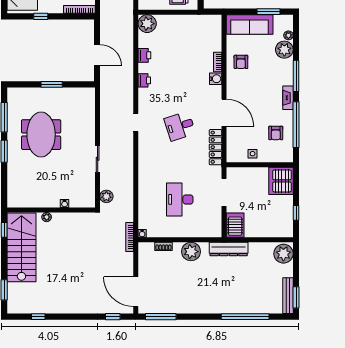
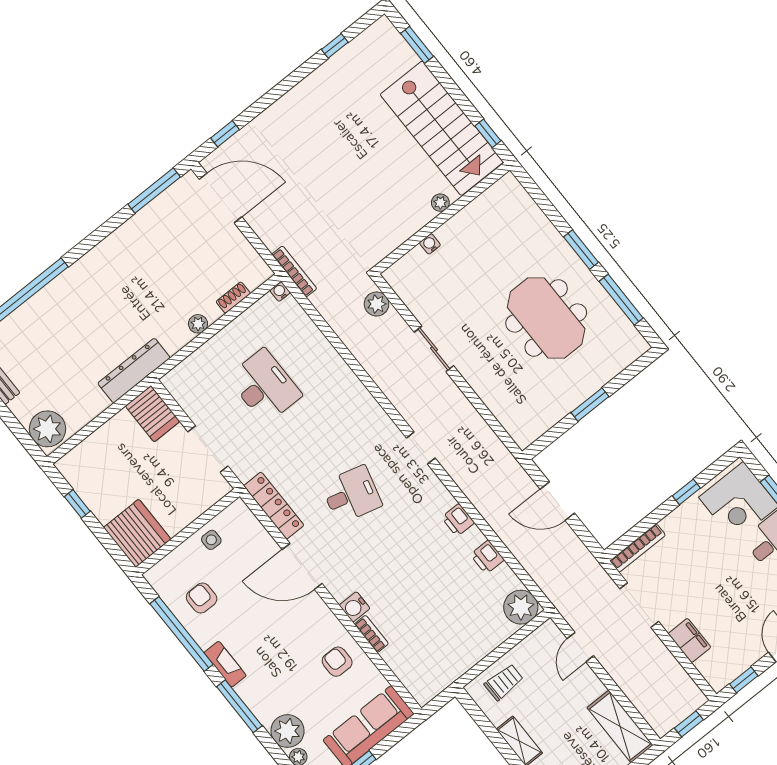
desk: (180, 126) -> (351, 495), turned 33
plant: (191, 252) -> (198, 324), width x0.53, depth x0.53

